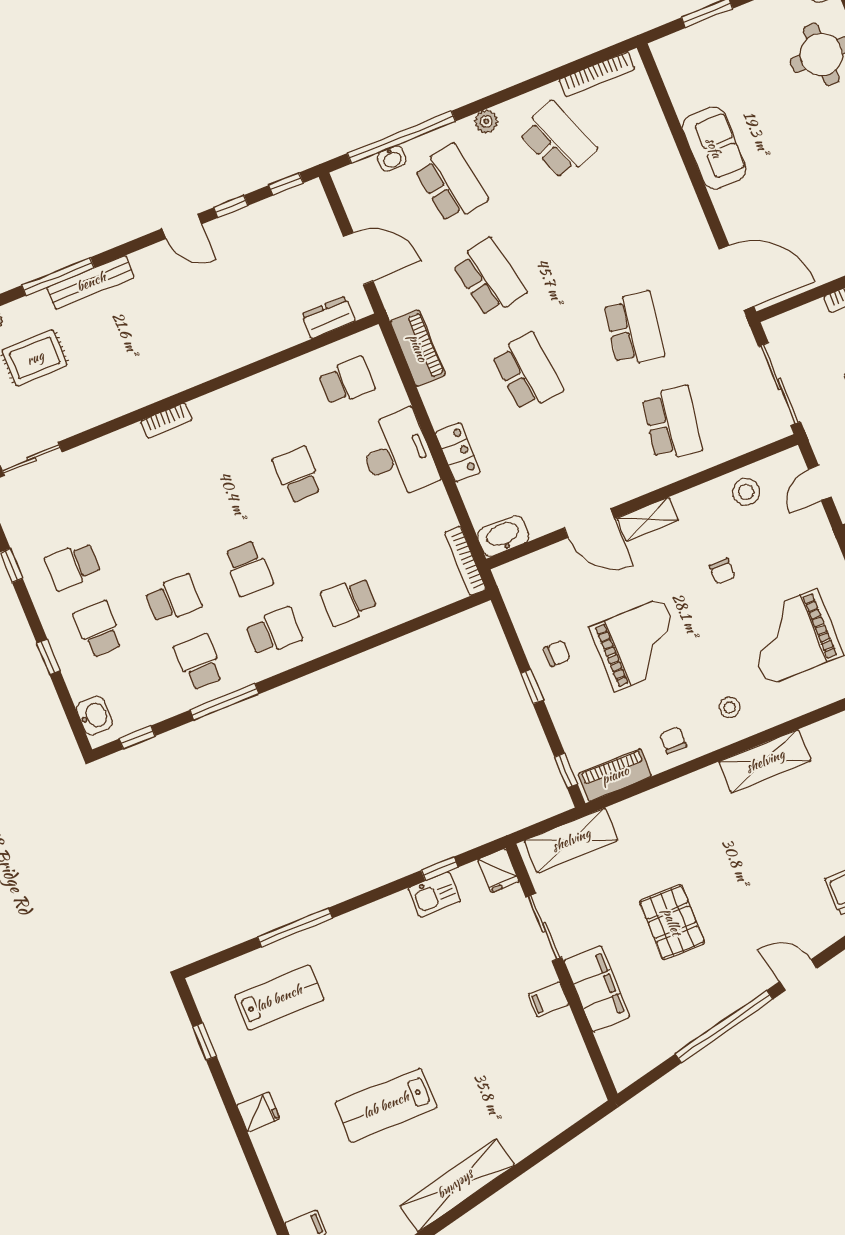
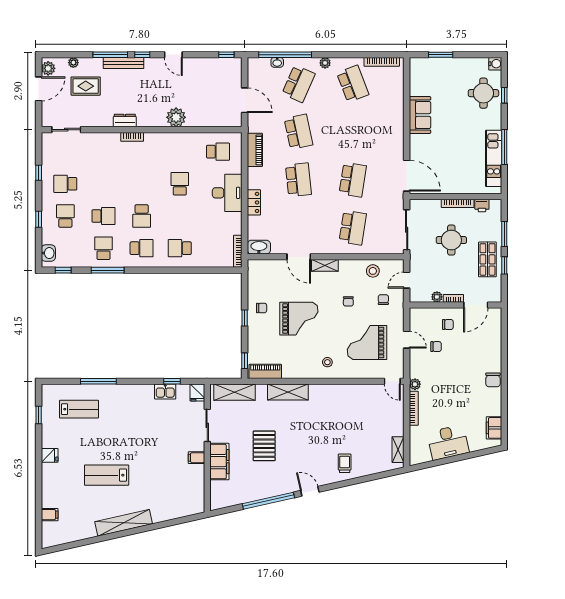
school desk: (451, 184) -> (298, 84), turned 33
window: (231, 206) -> (142, 55), moved
dresser: (328, 318) -> (125, 121), moved
plant: (237, 347) -> (176, 117), added
chair: (673, 740) -> (383, 300), moved
shelving: (765, 761) -> (288, 392), moved

